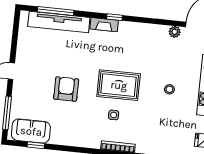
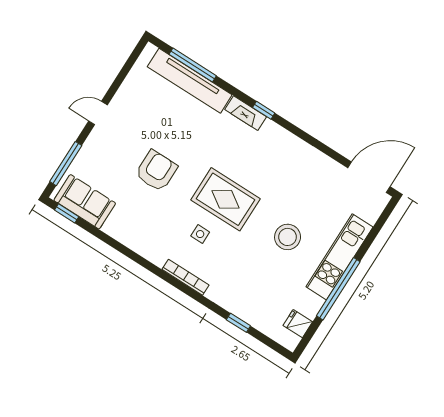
plant: (175, 32) -> (331, 167), removed
stool: (169, 89) -> (288, 237), width x1.89, depth x1.89
window: (36, 145) -> (67, 213), moved

